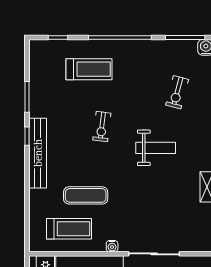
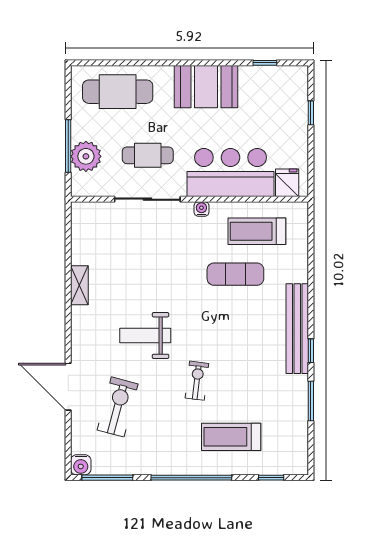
exercise bike: (177, 92) -> (118, 407), width x1.38, depth x1.39
exercise bike: (102, 127) -> (197, 381), moved

